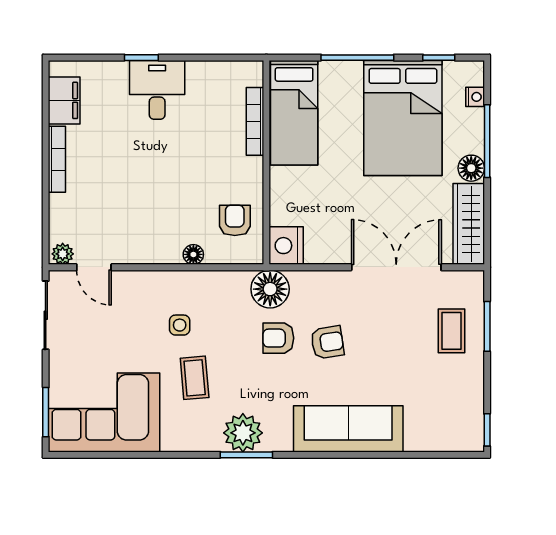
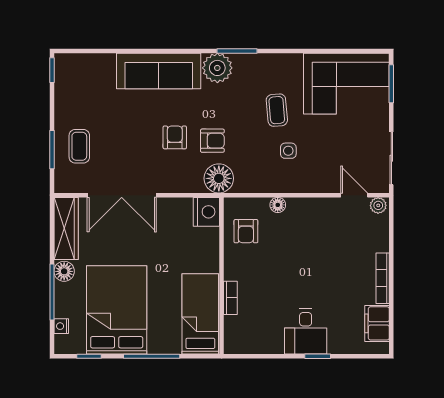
bookcase: (255, 121) -> (230, 298), width x0.64
armchair: (327, 342) -> (175, 137), turned 99
plant: (243, 433) -> (217, 68), moved

